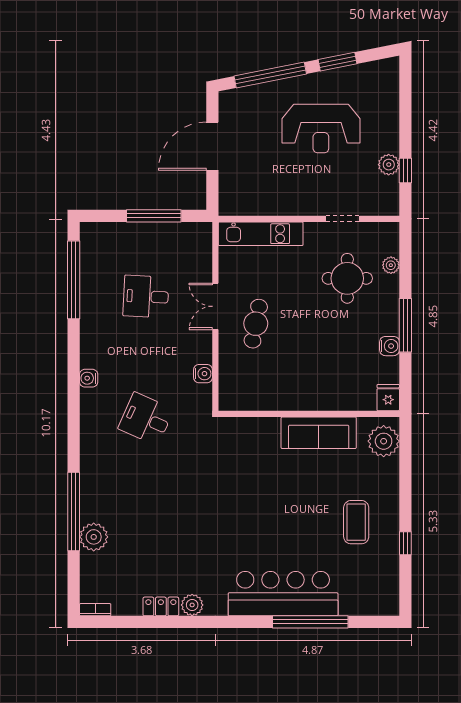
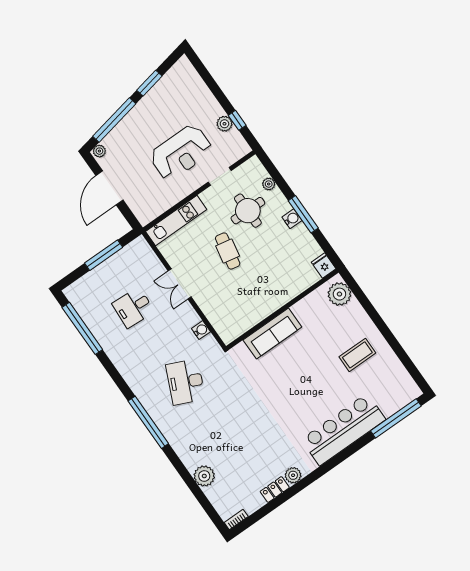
plant: (230, 98) -> (99, 151), added
reception desk: (321, 128) -> (181, 153), moved
cafe table: (256, 324) -> (228, 251), moved
water cooler: (390, 346) -> (292, 219), moved
water cooler: (89, 378) -> (133, 382), removed
desk: (146, 419) -> (186, 382), width x1.37
sofa: (319, 433) -> (272, 333), moved
window: (74, 512) -> (148, 422), moved
coffee table: (356, 522) -> (357, 355), turned 90
window: (405, 543) -> (396, 347), removed
window: (310, 622) -> (396, 418), moved

